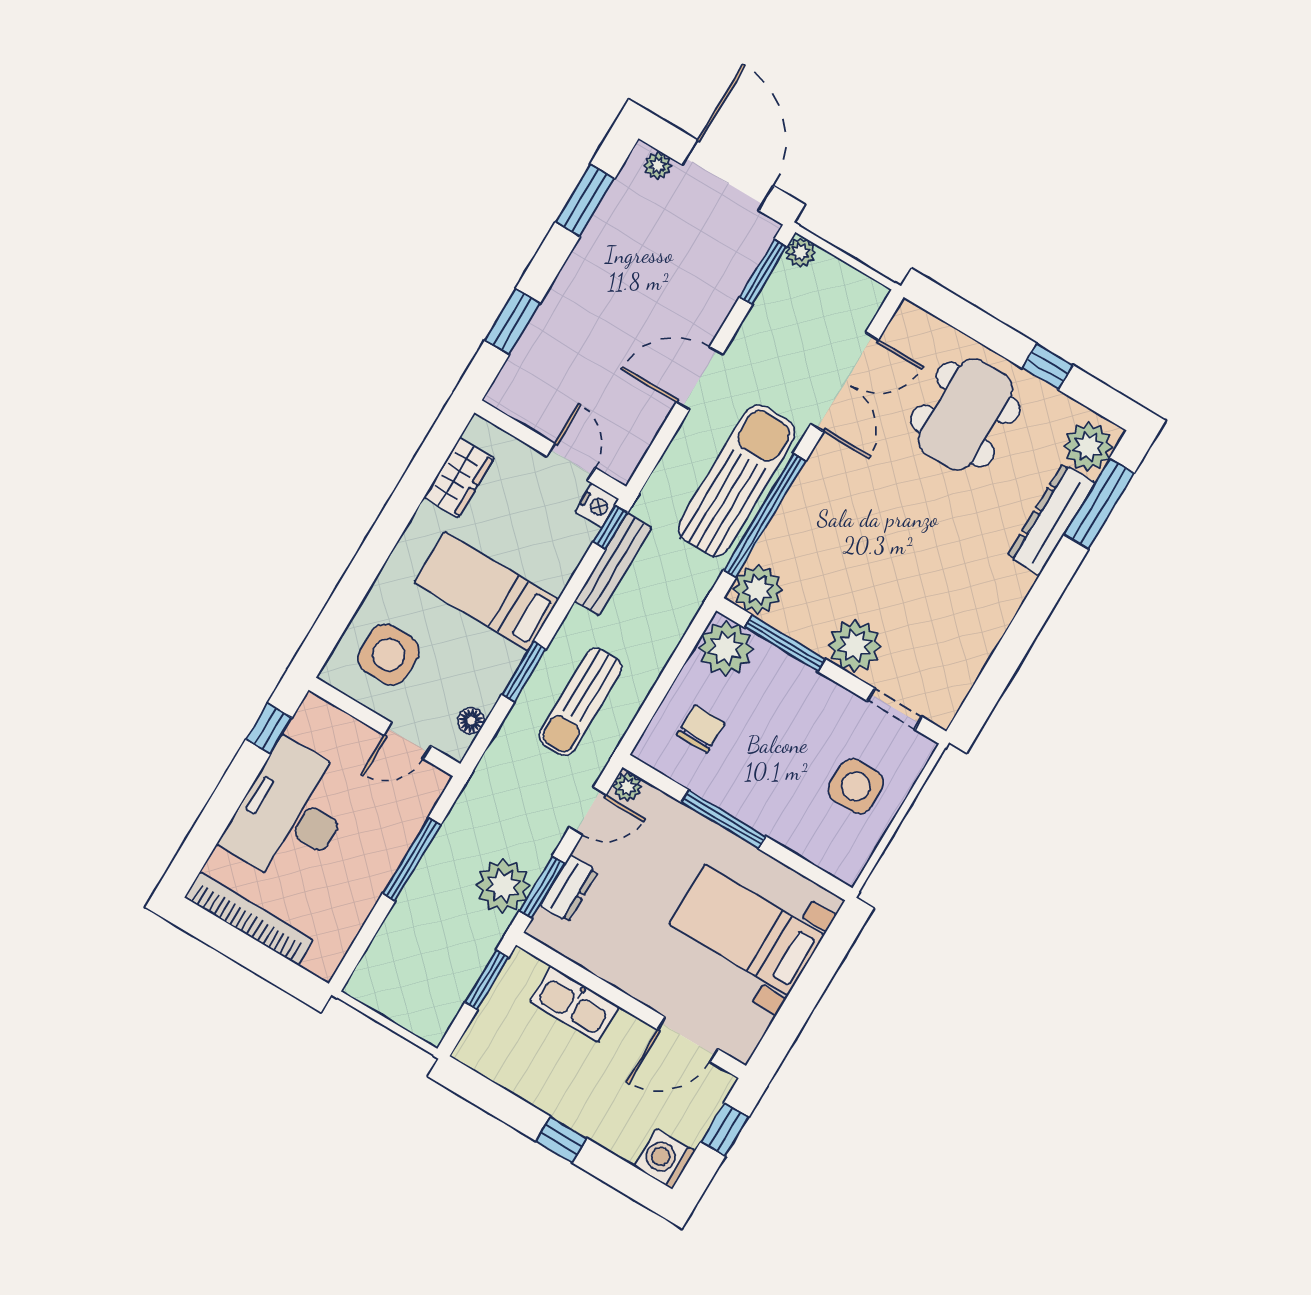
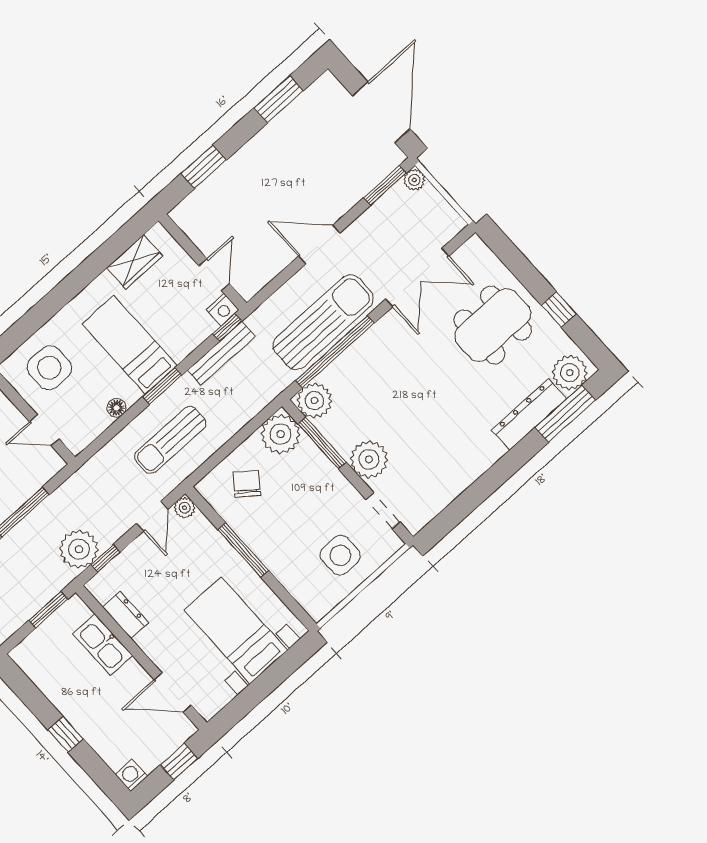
plant: (658, 165) -> (335, 91), removed
window: (524, 672) -> (162, 386), moved
floor lamp: (471, 721) -> (117, 408), moved
chair: (701, 729) -> (247, 484), turned -53
door: (588, 811) -> (152, 516), hinge flipped
window: (542, 887) -> (105, 558), width x0.67
dresser: (569, 889) -> (125, 615), moved, turned -90
washing machine: (665, 1159) -> (131, 775), width x0.73, depth x0.73

